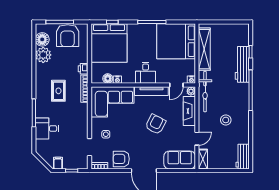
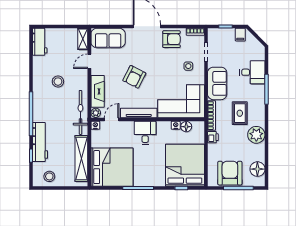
stool: (234, 33) -> (49, 176), added
plant: (43, 55) -> (256, 135), moved
sofa: (79, 118) -> (217, 83), added

